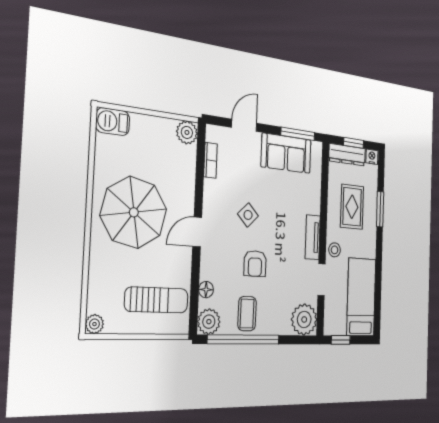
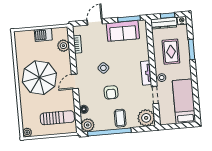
barbecue: (113, 122) -> (43, 35), moved
plant: (187, 132) -> (63, 46), moved
coffee table: (247, 314) -> (120, 118), moved
window: (341, 340) -> (172, 126), removed

